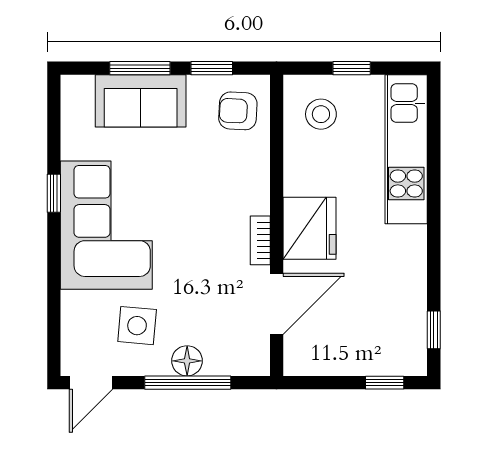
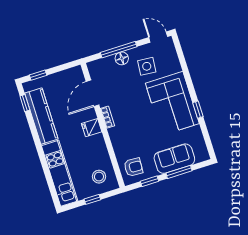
fridge: (309, 228) -> (92, 128), width x0.53, depth x0.75
kitchen counter: (406, 289) -> (41, 116), added
door: (91, 383) -> (158, 37), hinge flipped

